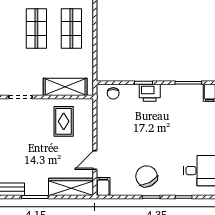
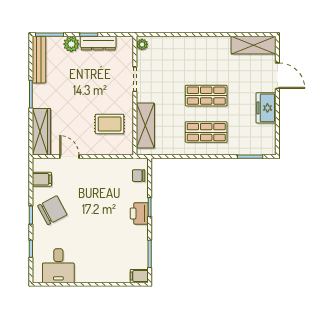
filing cabinet: (103, 186) -> (42, 179), moved

